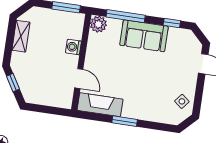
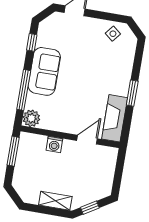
shelving: (21, 36) -> (55, 201), moved

